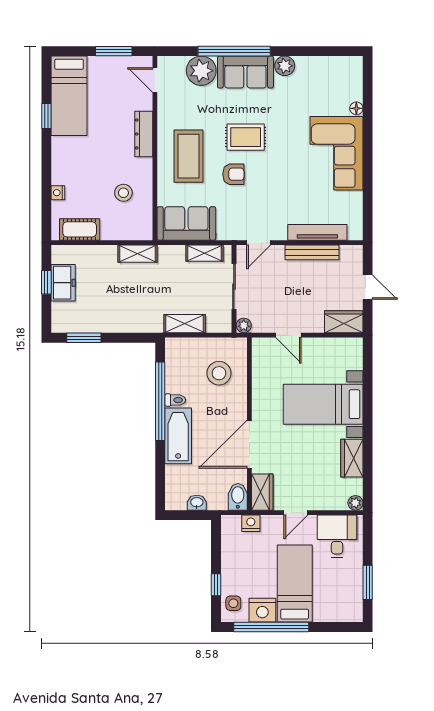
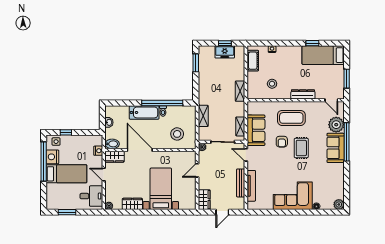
plant: (285, 66) -> (339, 204), moved
door: (155, 80) -> (331, 100), swing flipped
sofa: (186, 223) -> (256, 130), moved

